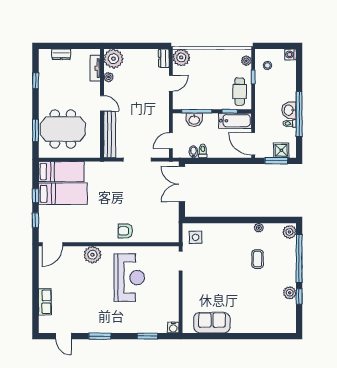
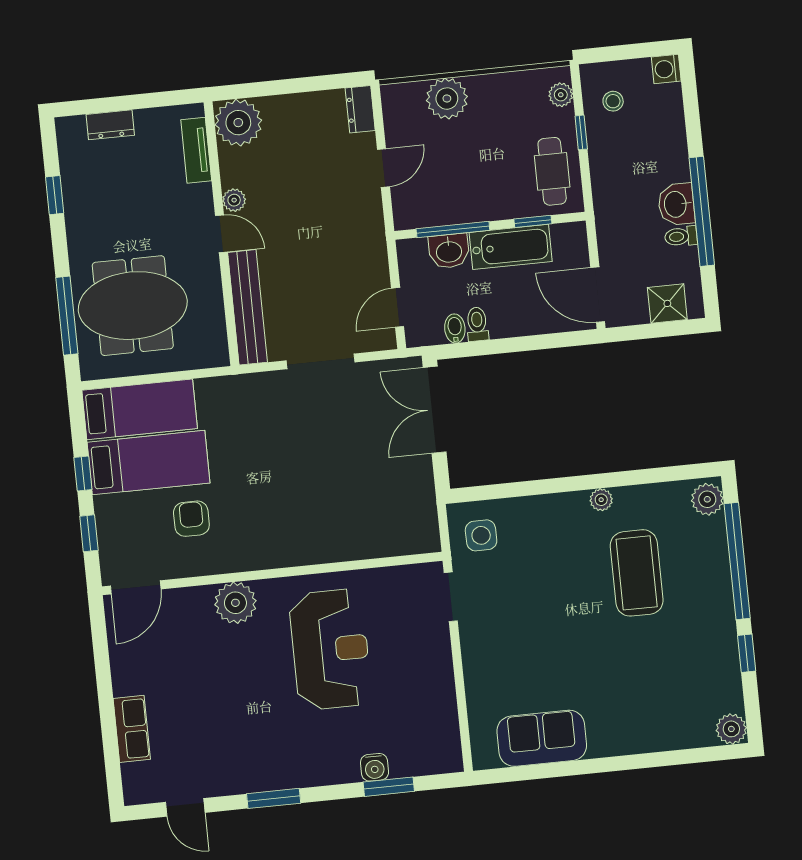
plant: (181, 57) -> (447, 99), moved
plant: (109, 77) -> (234, 200), moved
bathtub: (235, 121) -> (511, 247), moved
window: (36, 130) -> (67, 316), width x1.44
window: (276, 161) -> (658, 330), removed
plant: (259, 228) -> (601, 500), moved
armchair: (125, 231) -> (191, 519), moved, turned 90
coffee table: (258, 259) -> (637, 573), width x1.86, depth x1.72
plant: (290, 293) -> (731, 729), moved
water cooler: (173, 328) -> (375, 767), moved

